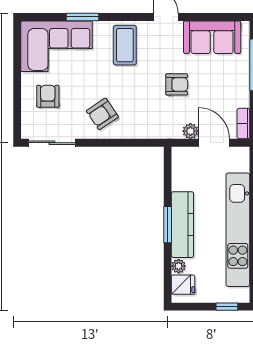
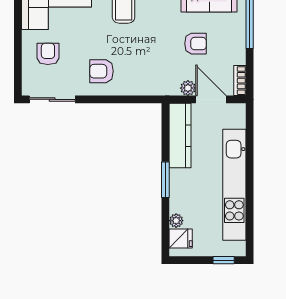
armchair: (177, 84) -> (196, 44), moved
armchair: (102, 114) -> (101, 71), turned 34
kitchen counter: (182, 225) -> (180, 136), moved

